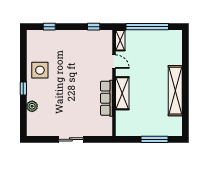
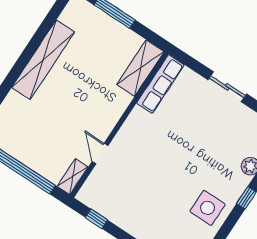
shelving: (122, 93) -> (140, 68), moved
row of seats: (106, 98) -> (160, 84), moved

